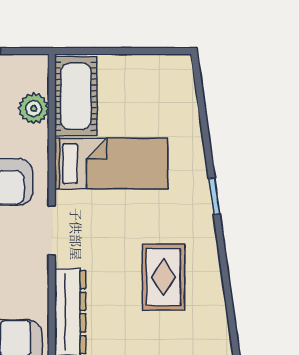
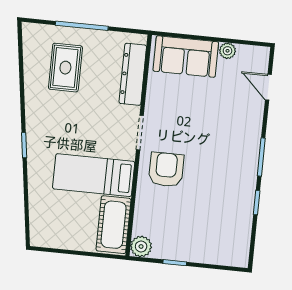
plant: (34, 108) -> (141, 246), moved
rug: (163, 277) -> (65, 68), moved

